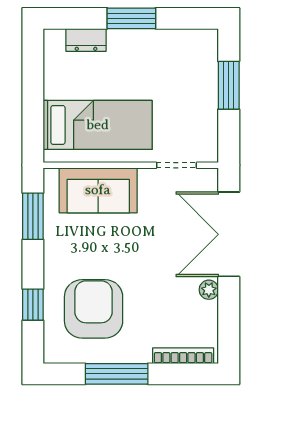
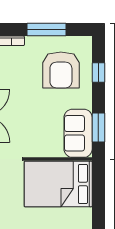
bed: (98, 125) -> (58, 184), width x1.50
sofa: (98, 190) -> (78, 133), moved, turned -90

